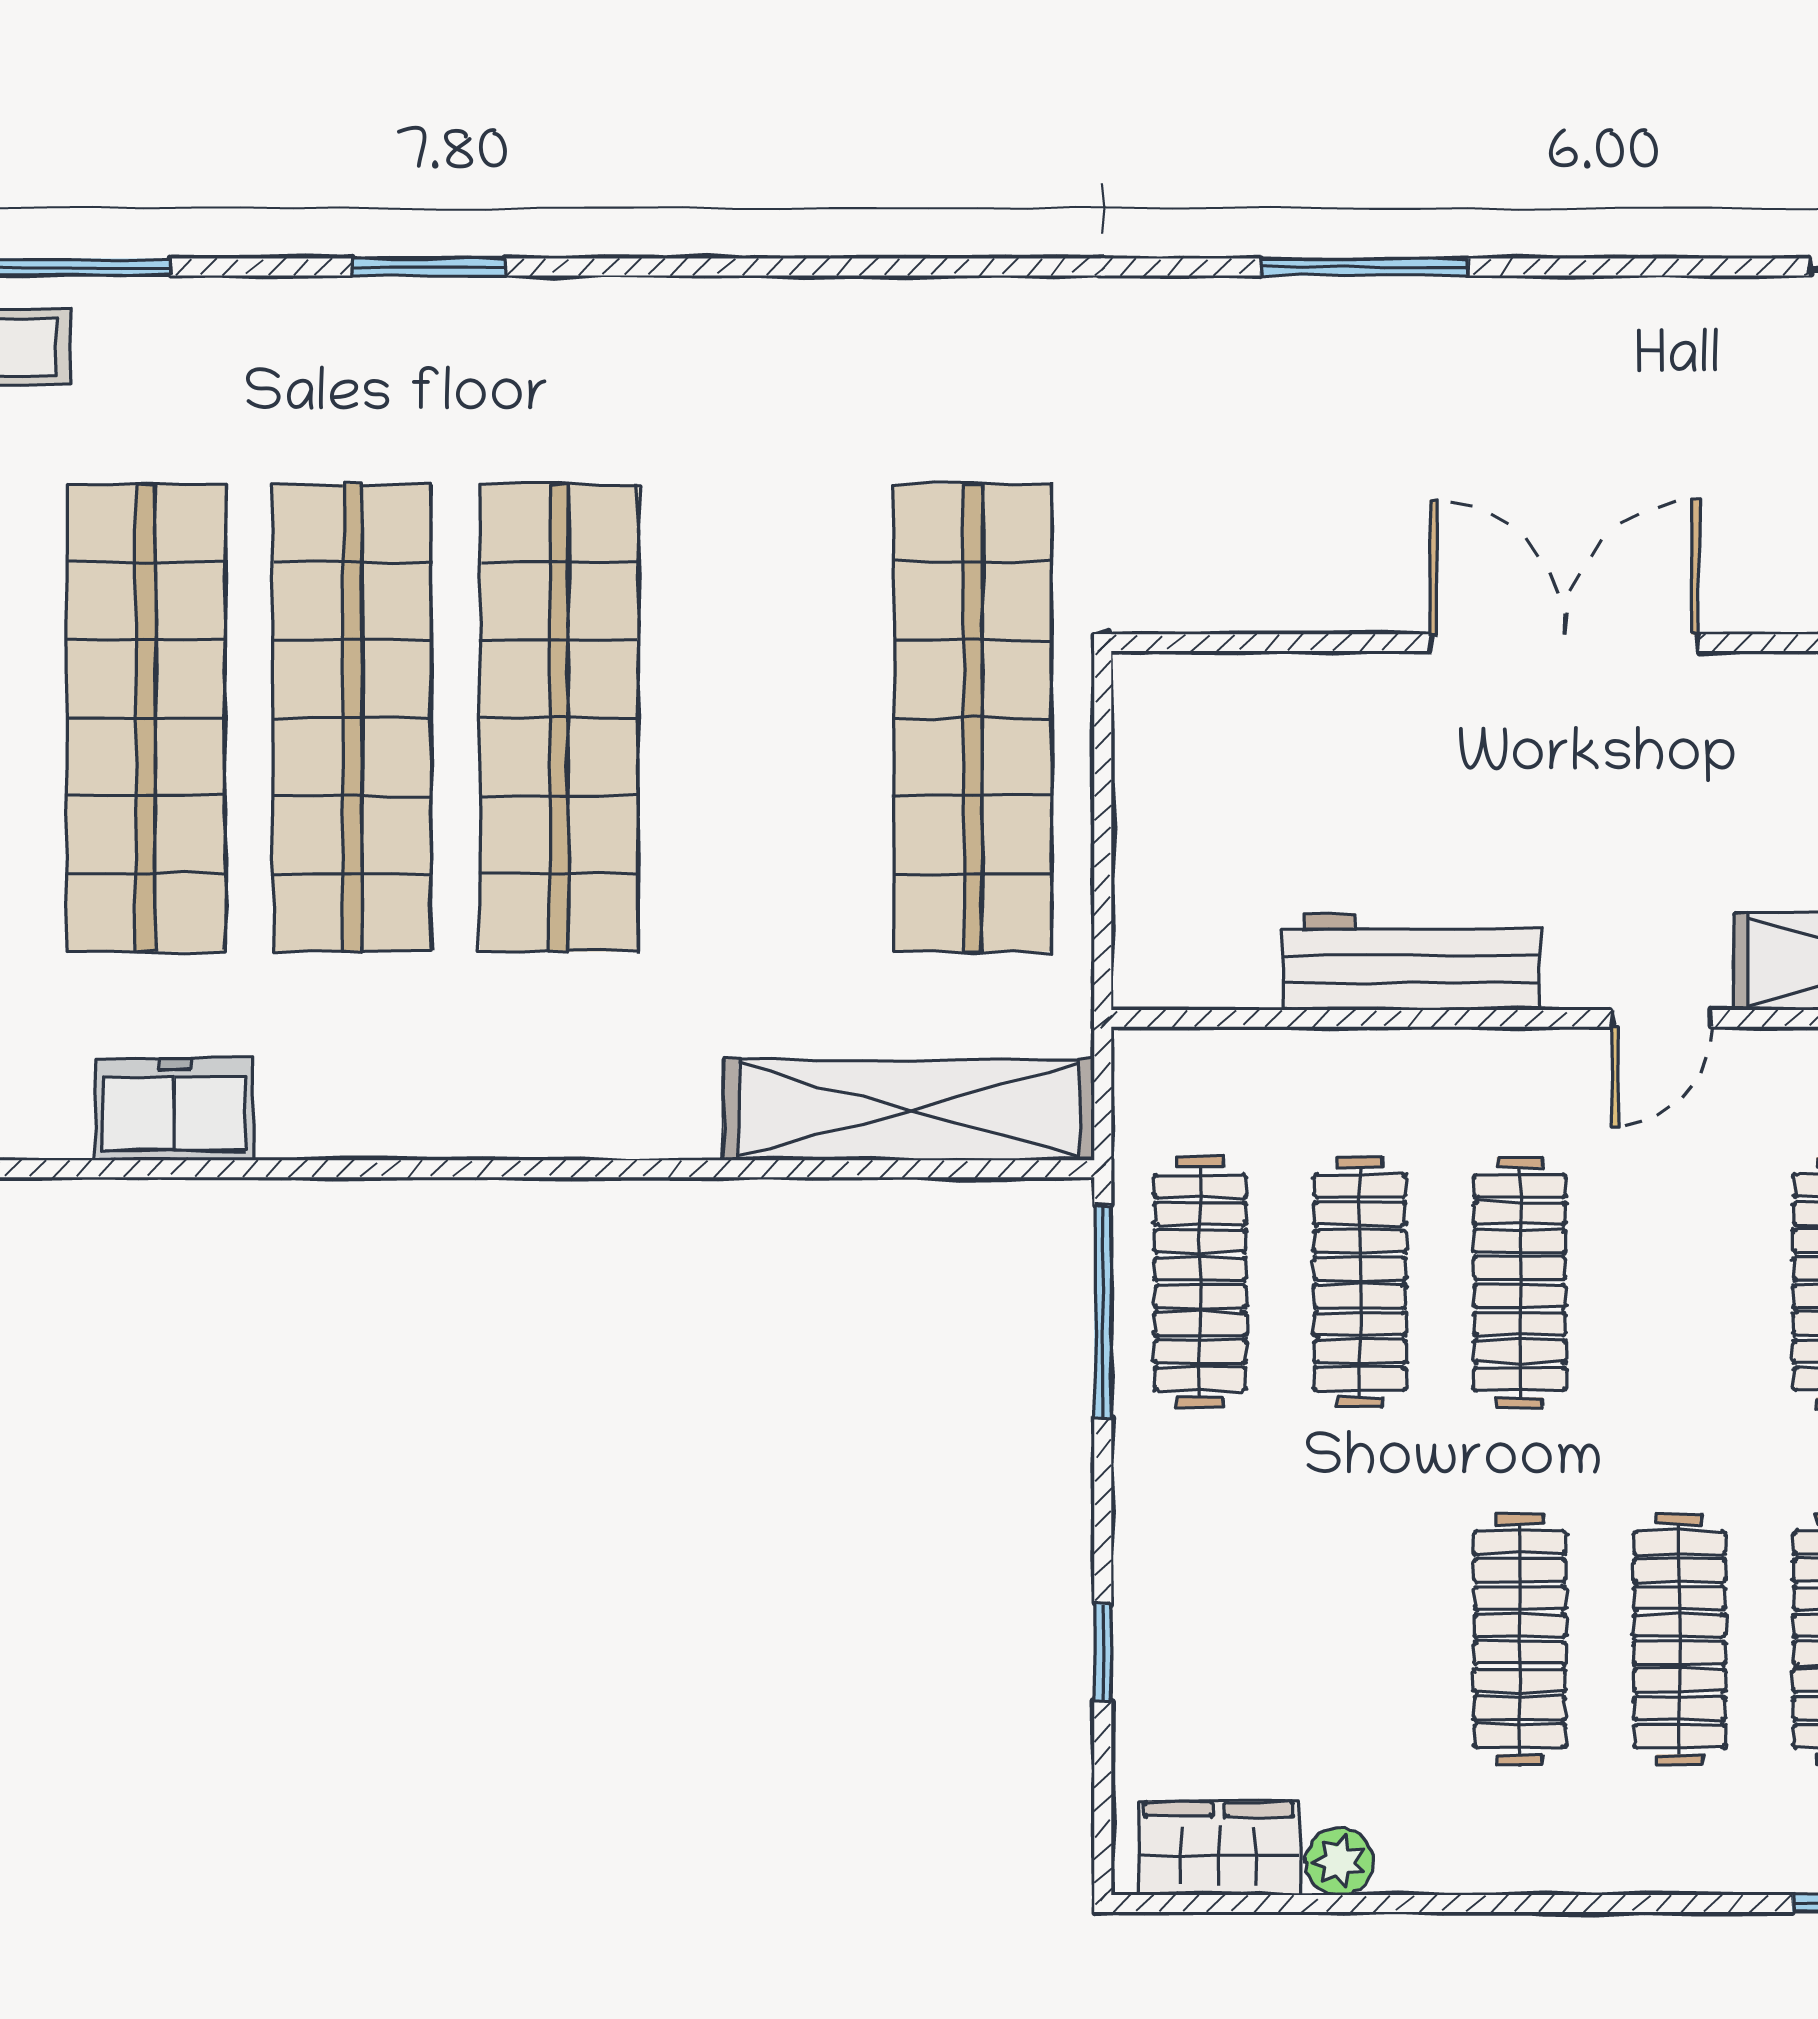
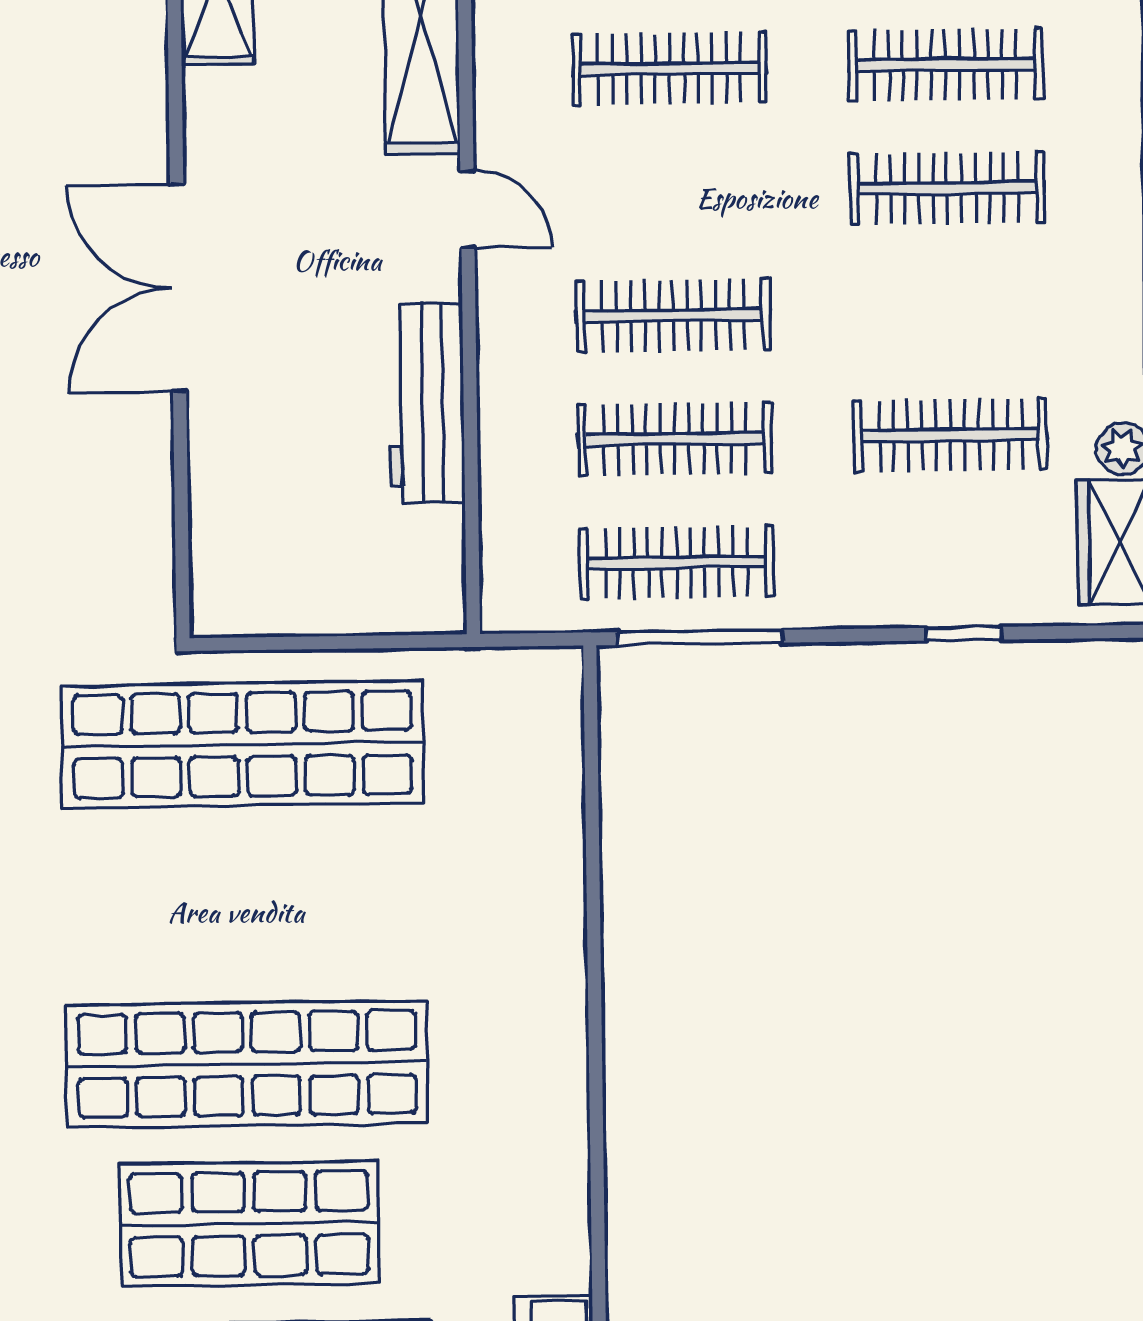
shop shelf: (352, 718) -> (249, 1224), width x0.71
shelving: (909, 1110) -> (546, 789), removed
clothes rail: (1520, 1639) -> (951, 435), moved

